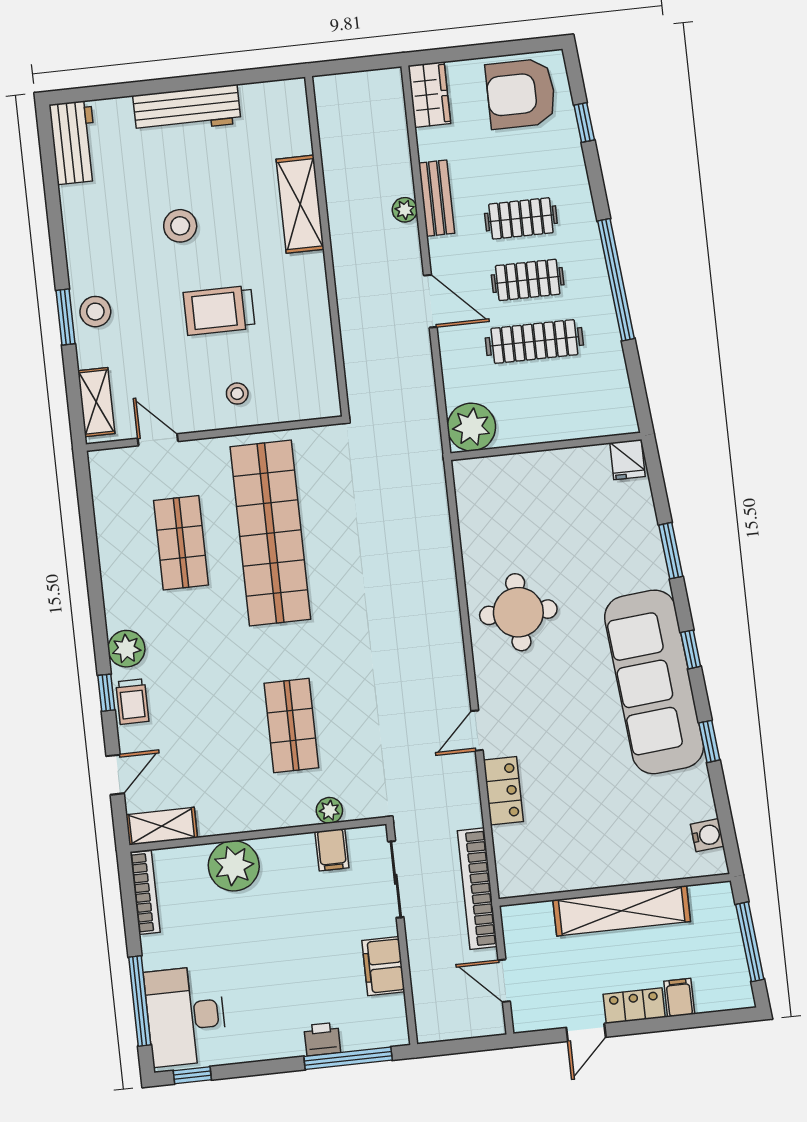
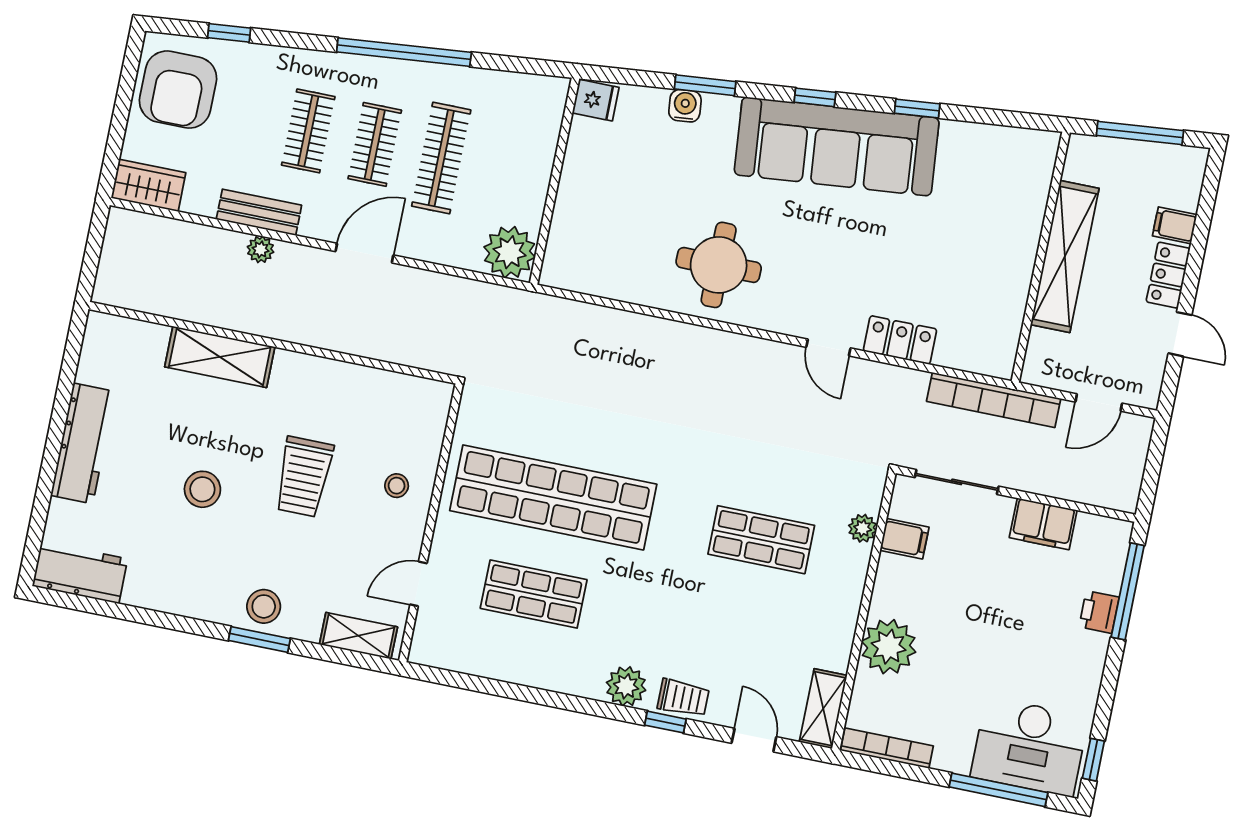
water cooler: (707, 835) -> (685, 106), moved

